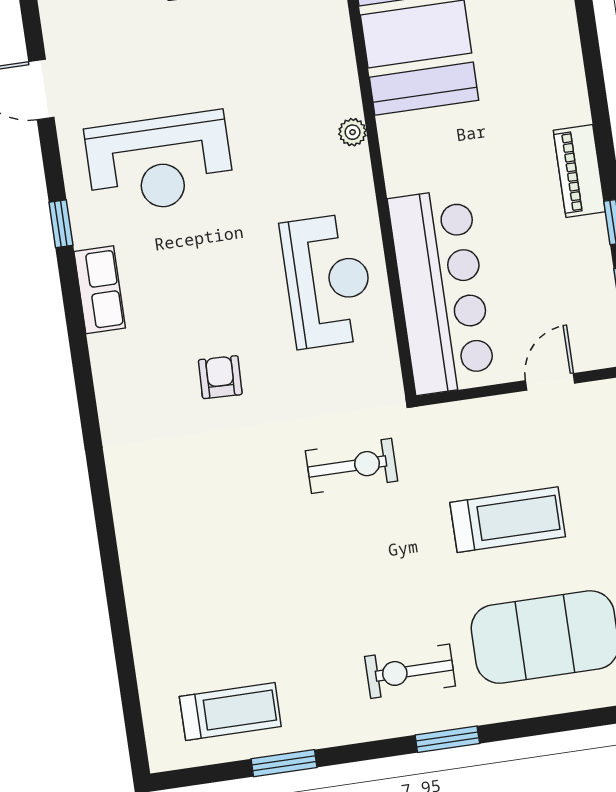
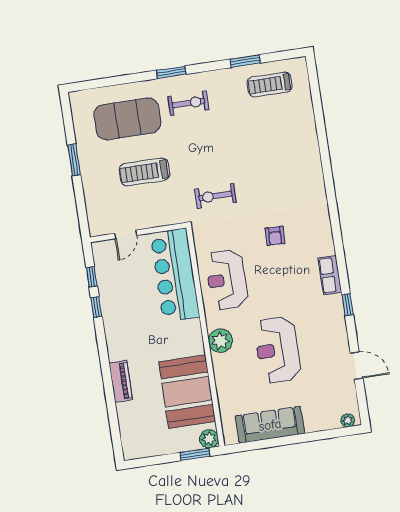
plant: (353, 132) -> (220, 341), width x1.88, depth x1.88
reception desk: (159, 163) -> (277, 350), moved, turned -90
piano: (579, 171) -> (121, 381), moved

